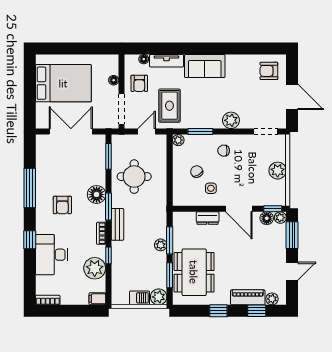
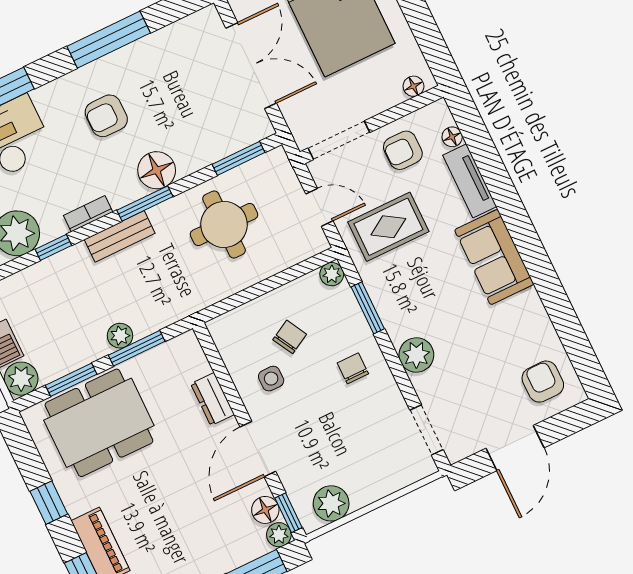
floor lamp: (114, 80) -> (413, 86), moved
plant: (278, 171) -> (331, 503), moved

